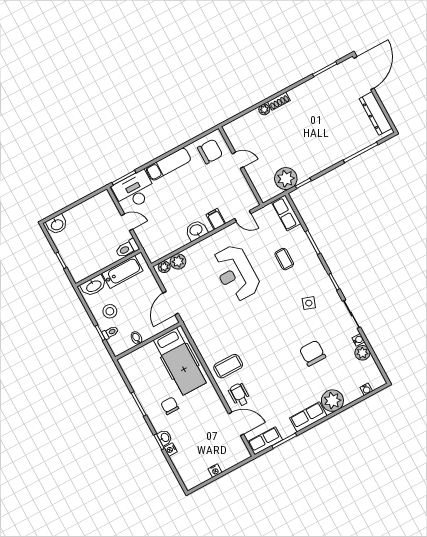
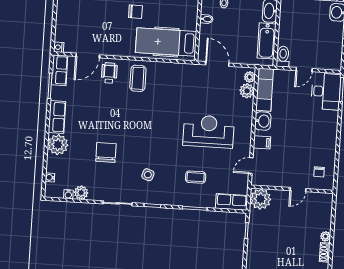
chair: (210, 151) -> (319, 172), width x0.54, depth x0.54
exam couch: (168, 164) -> (265, 90), moved, turned 180
plant: (286, 179) -> (261, 199), moved
stool: (110, 311) -> (241, 11), removed
water cooler: (358, 340) -> (68, 194), moved
chair: (313, 353) -> (106, 153), turned -90
wheelchair: (239, 395) -> (109, 73), turned -90
nightstand: (215, 471) -> (59, 47), moved

